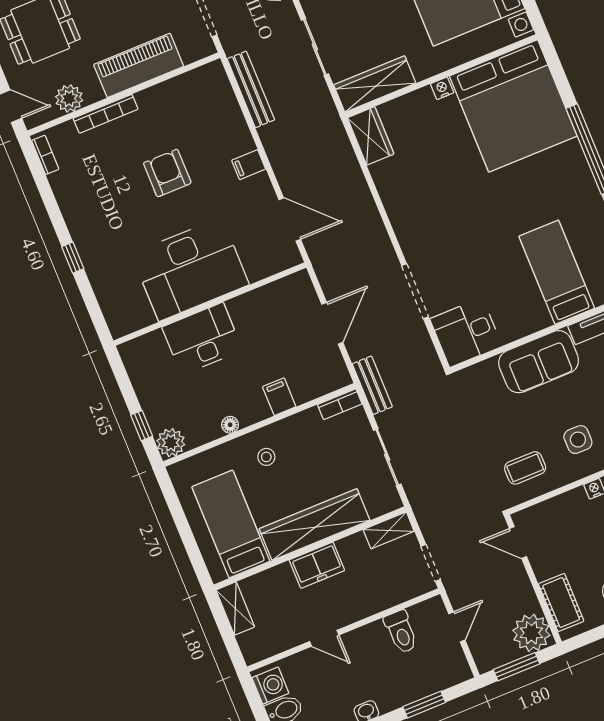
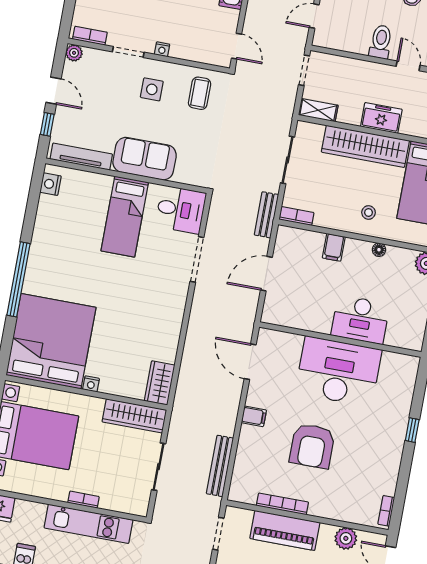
bookcase: (106, 114) -> (282, 504), moved
armchair: (167, 173) -> (312, 446), width x1.36, depth x1.36
bed: (557, 272) -> (125, 217), moved
coffee table: (525, 468) -> (200, 93), turned 90
toilet: (401, 632) -> (381, 42), moved

